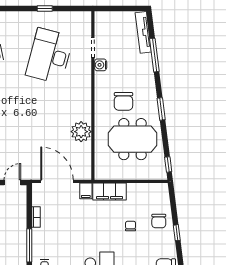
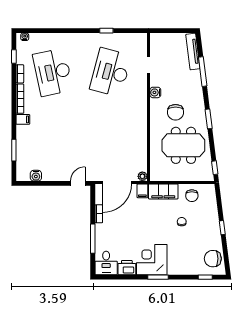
water cooler: (101, 65) -> (155, 92), moved
plant: (81, 132) -> (142, 176), moved, width x0.53, depth x0.53
door: (57, 181) -> (117, 182), swing flipped
chair: (159, 221) -> (192, 196), moved

